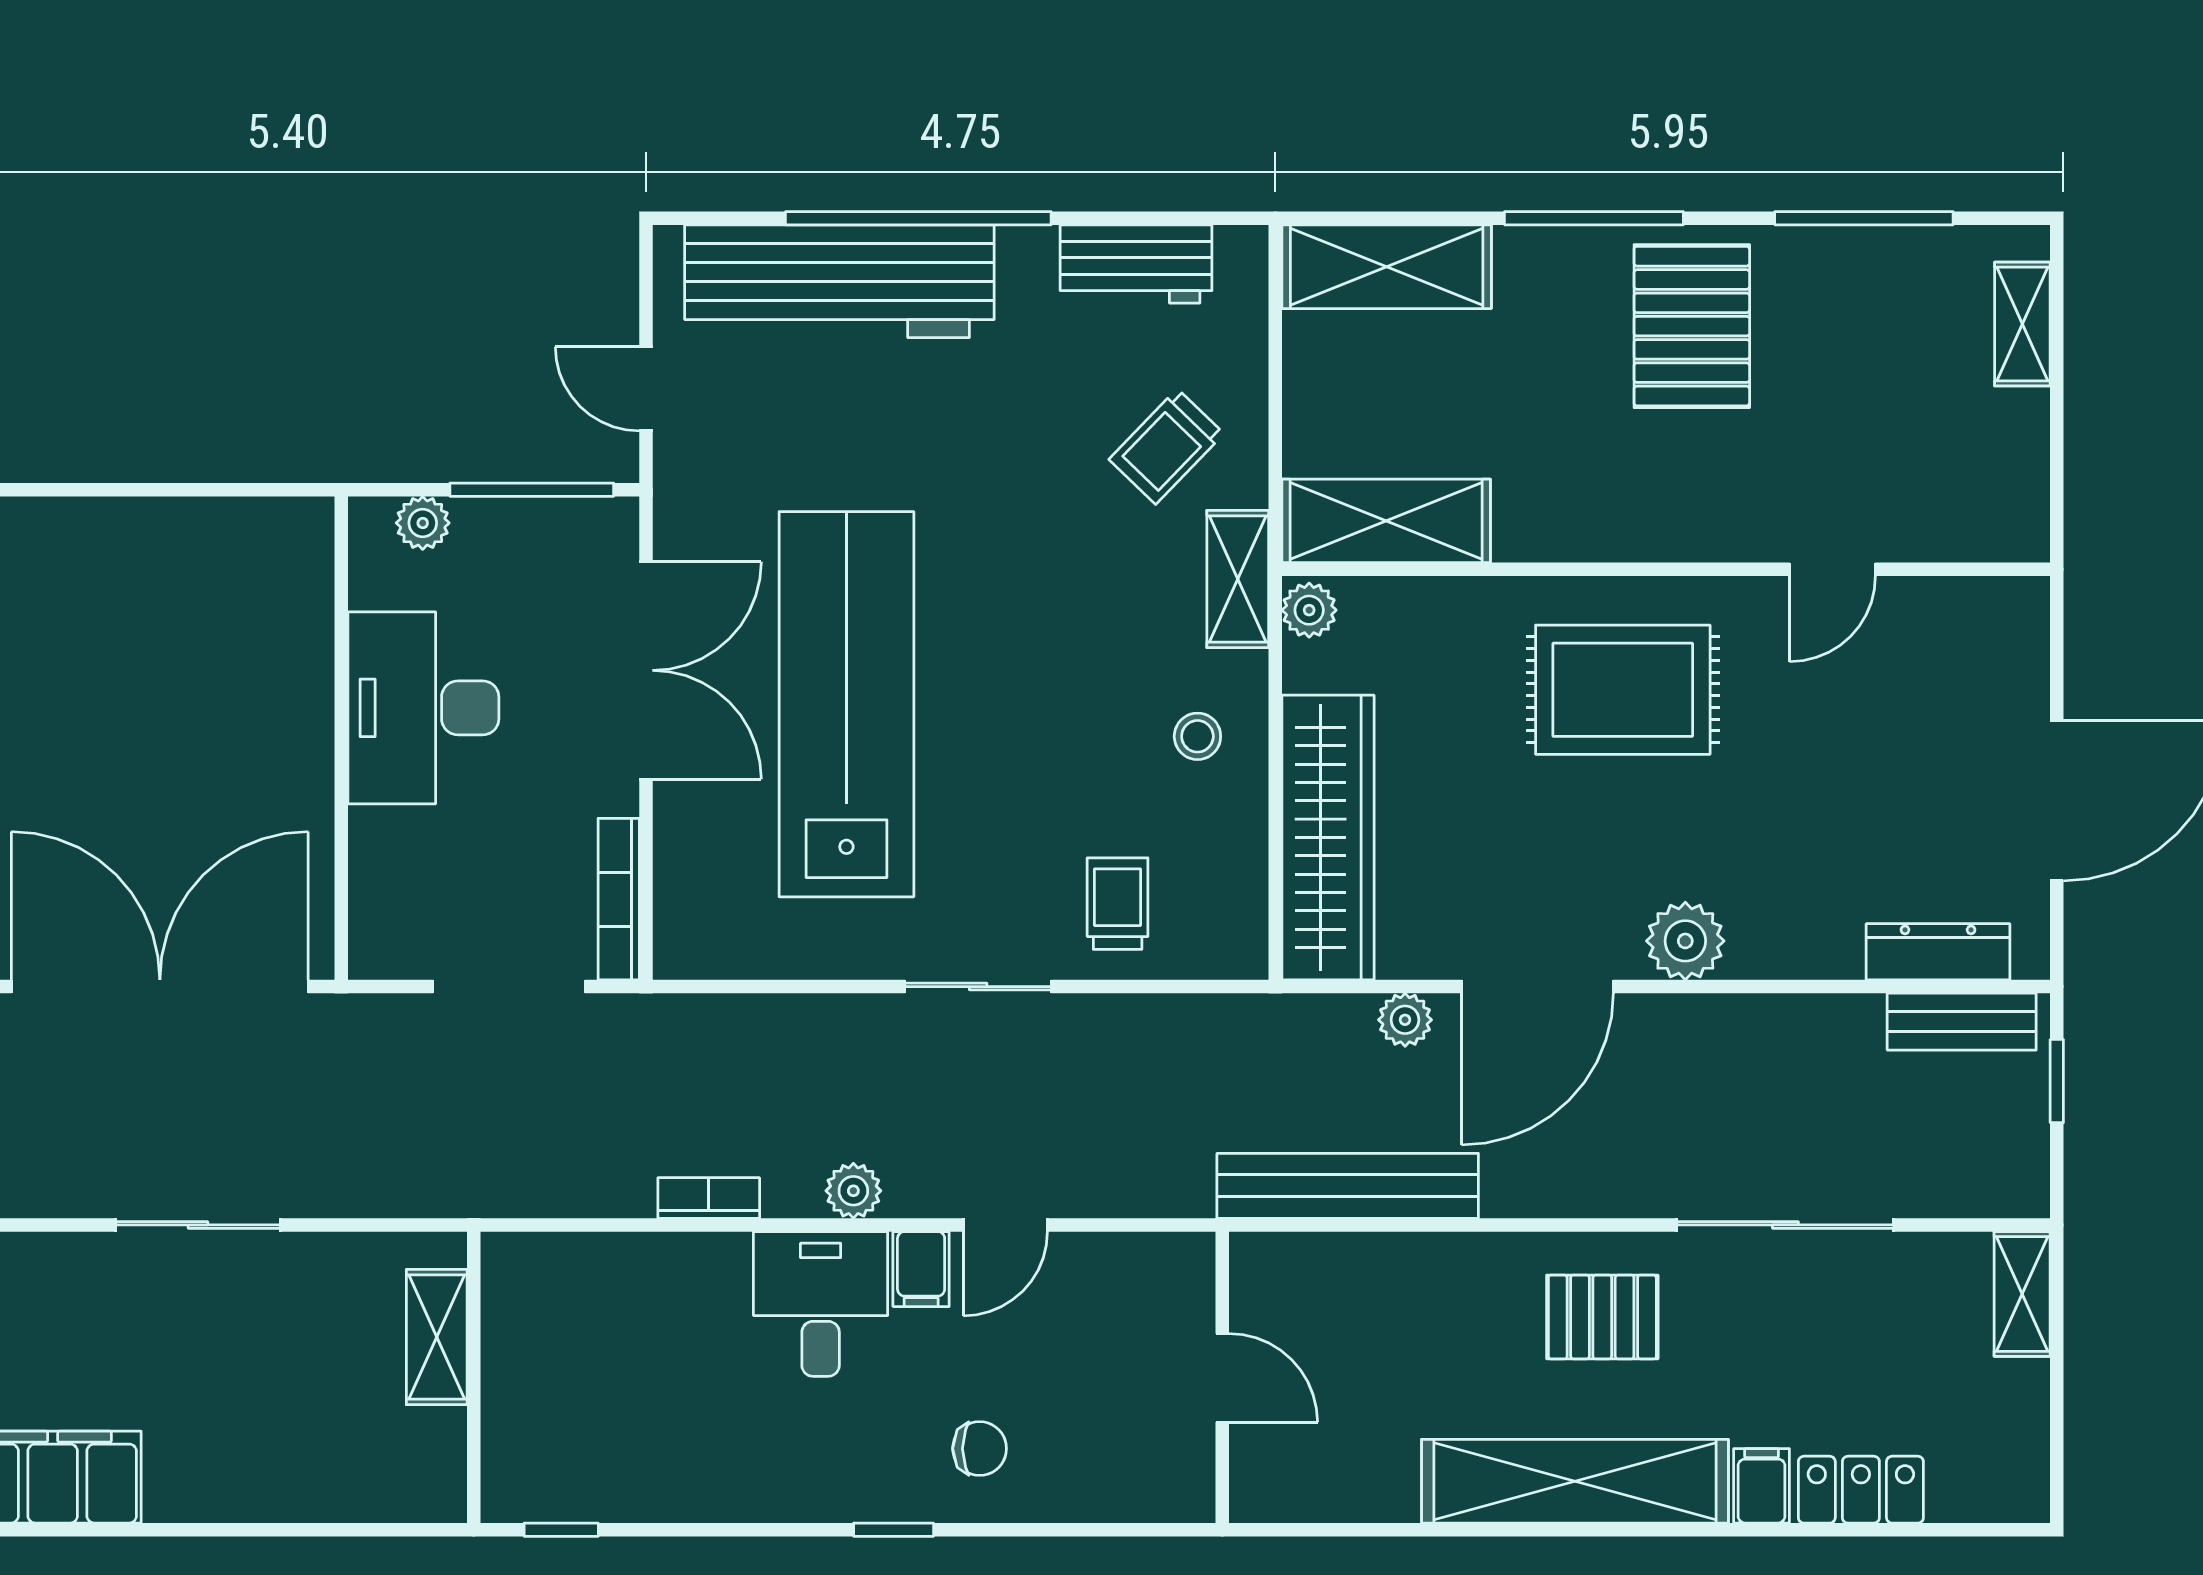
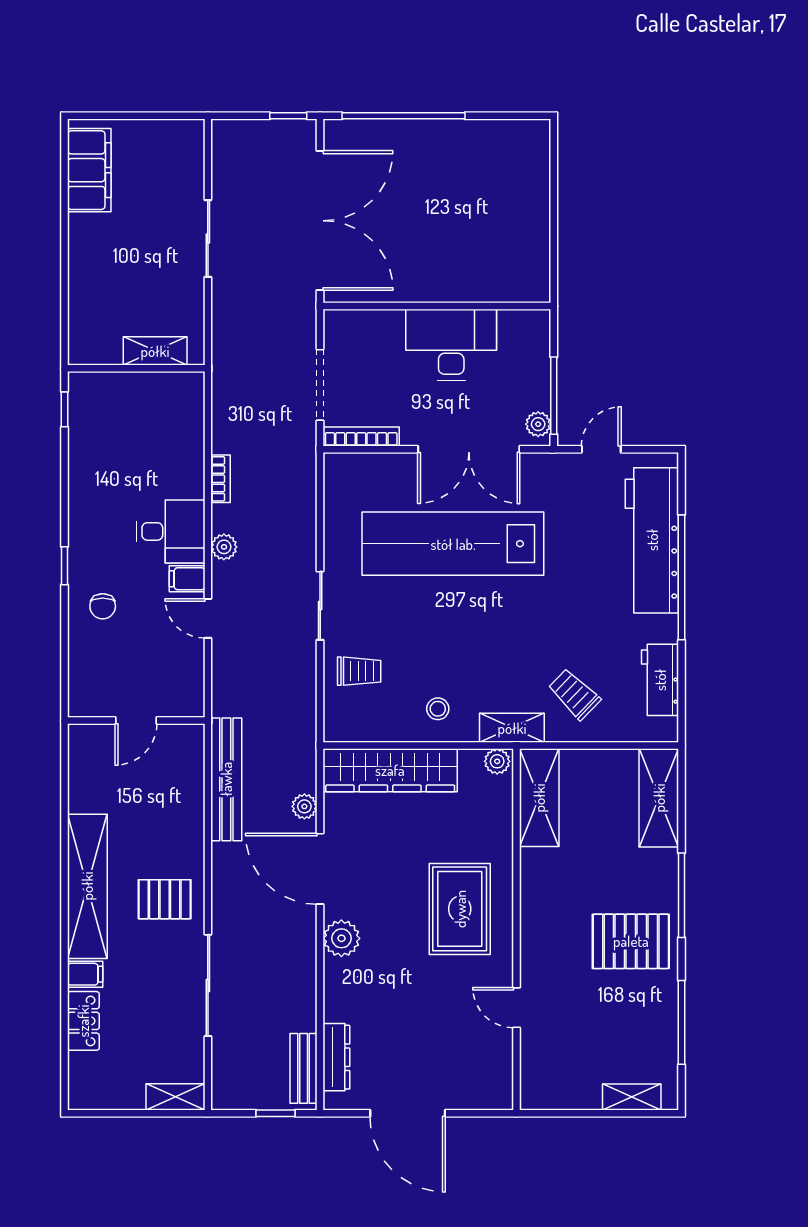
plant: (423, 523) -> (538, 424), moved
lab bench: (846, 704) -> (453, 544), turned 180
pallet: (1602, 1317) -> (165, 899), turned 90

